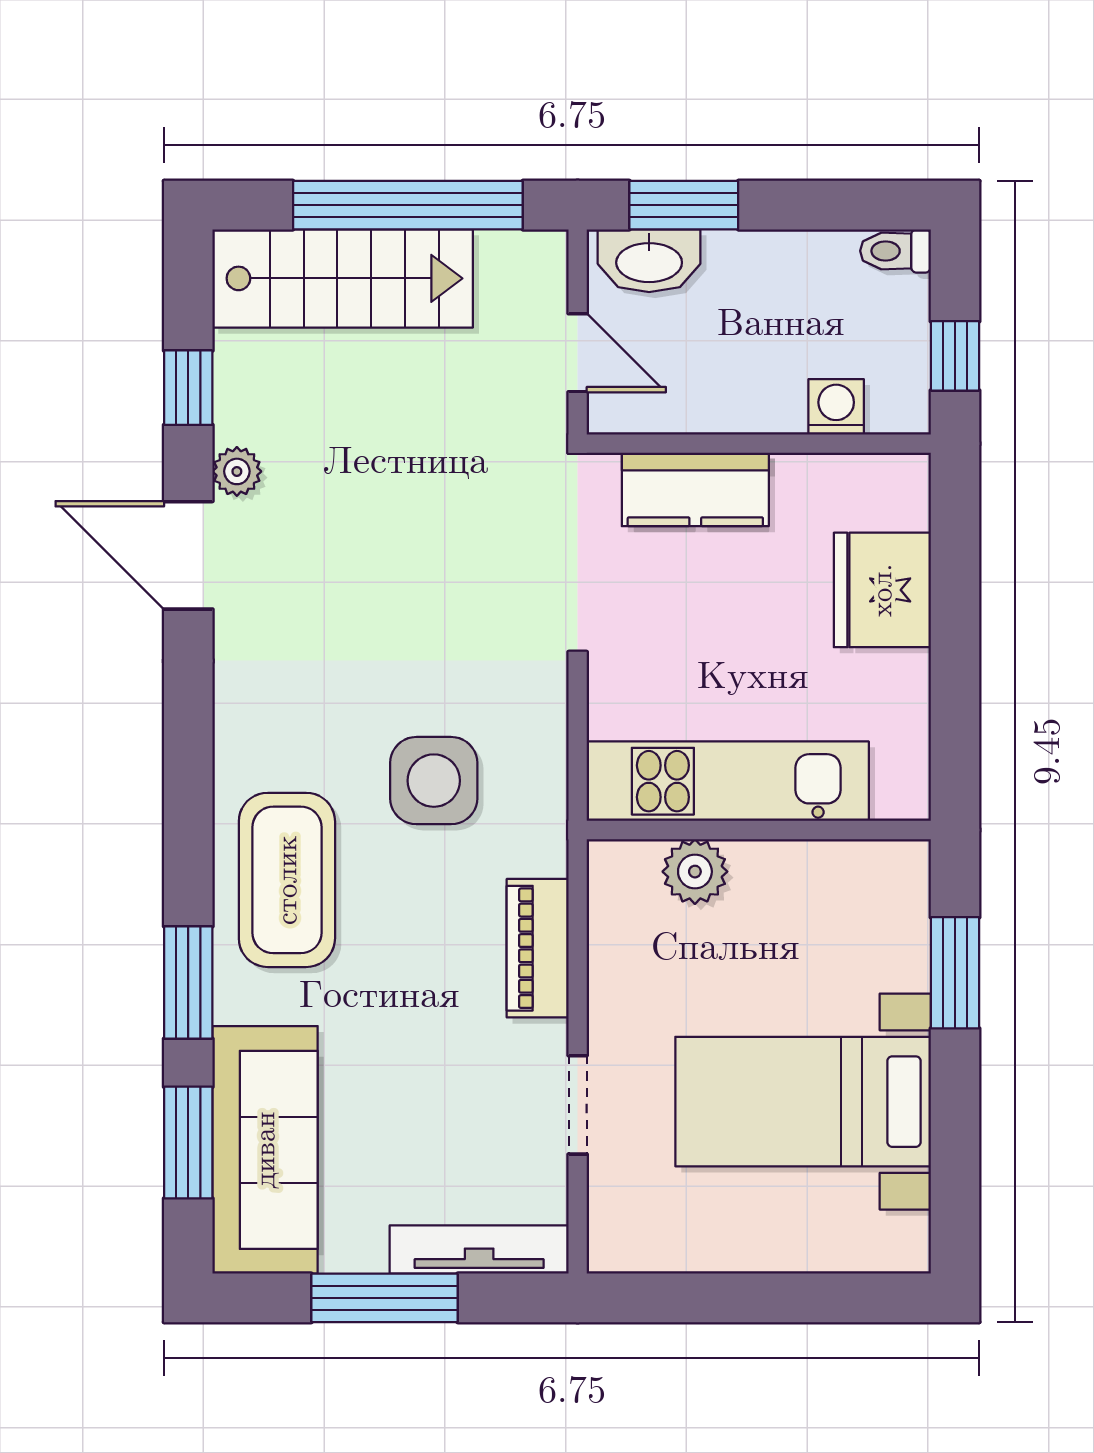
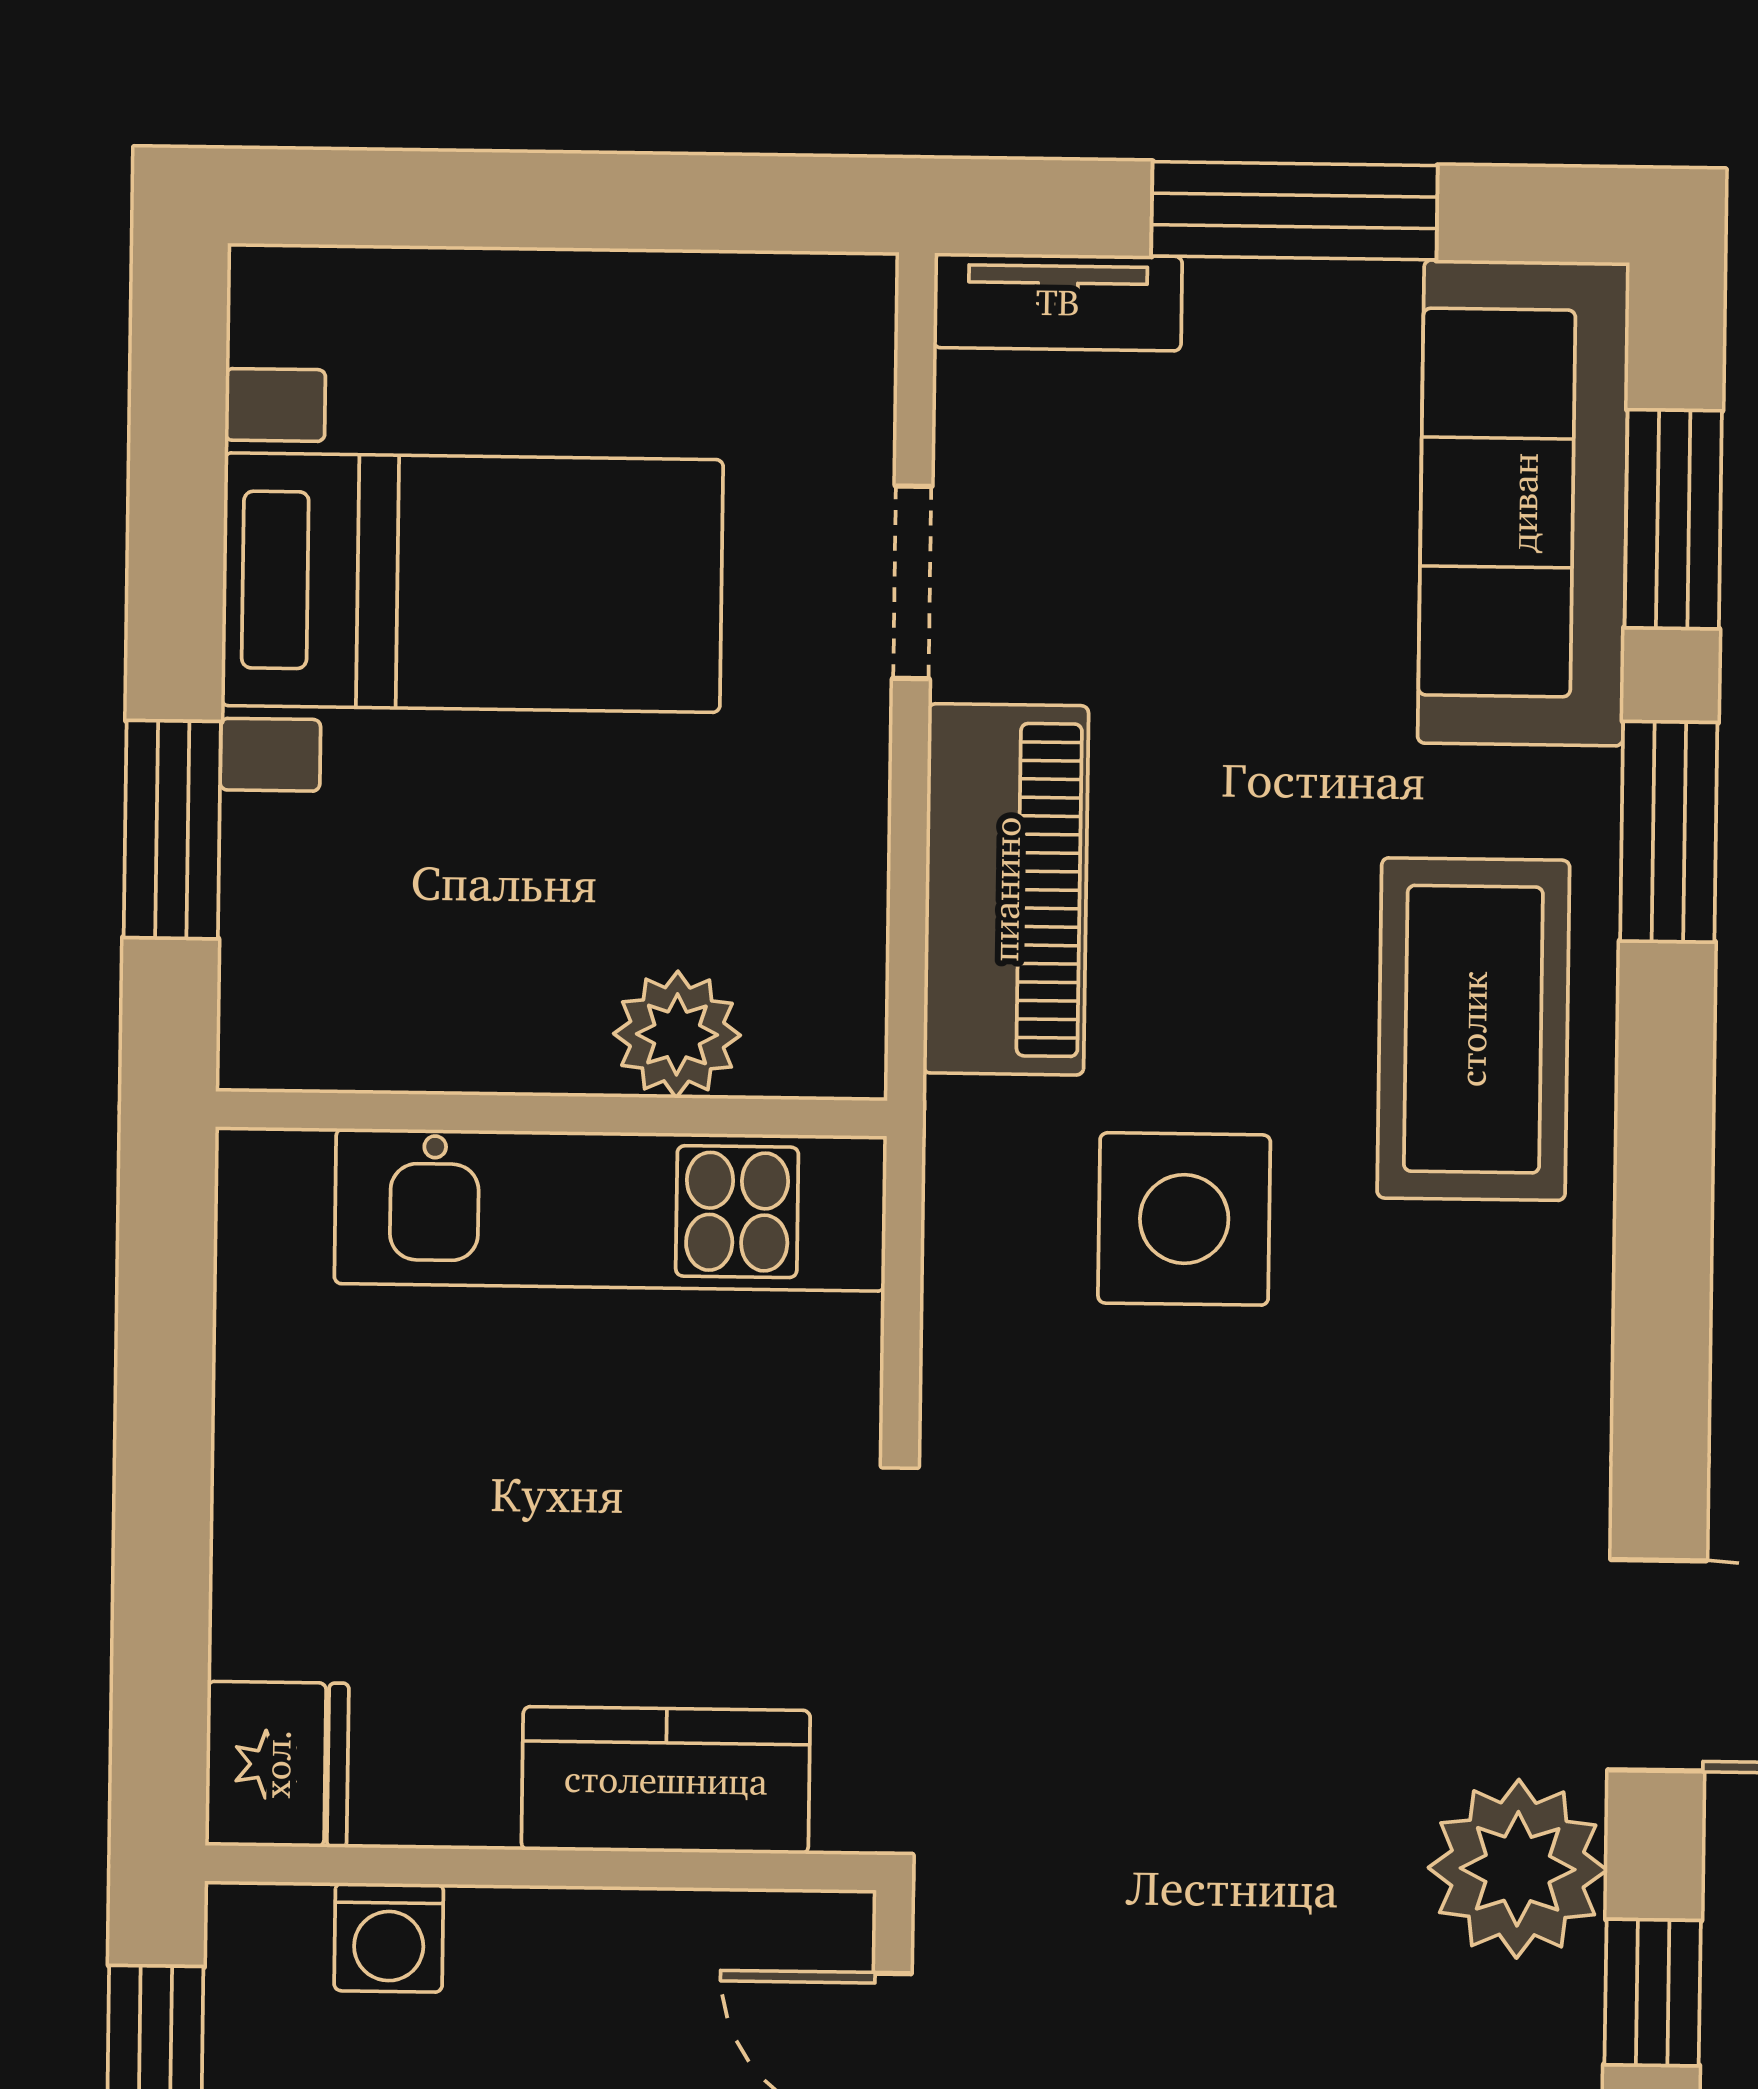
plant: (237, 471) -> (1518, 1869), width x1.87, depth x1.87
fridge: (882, 590) -> (277, 1764), moved, width x0.73, depth x0.75
piano: (538, 948) -> (1006, 889), width x1.37, depth x1.33
tv unit: (479, 1250) -> (1058, 302), width x0.71

